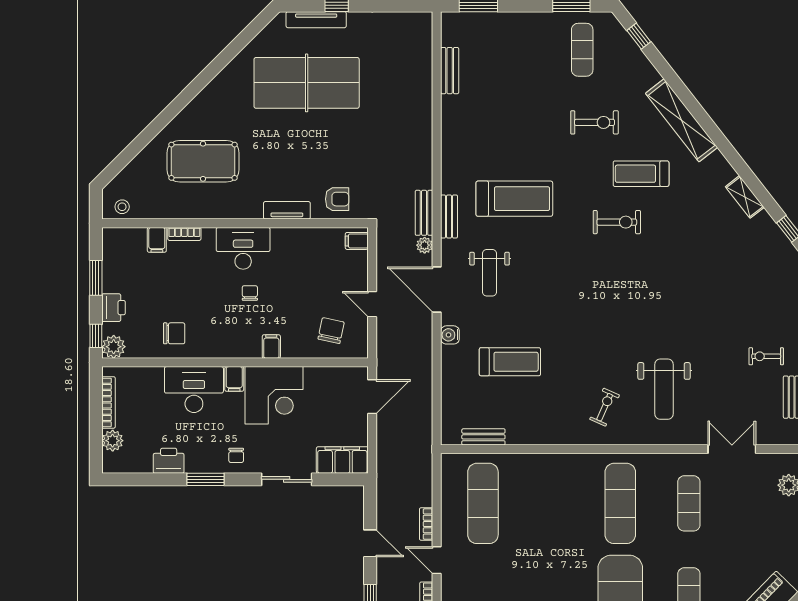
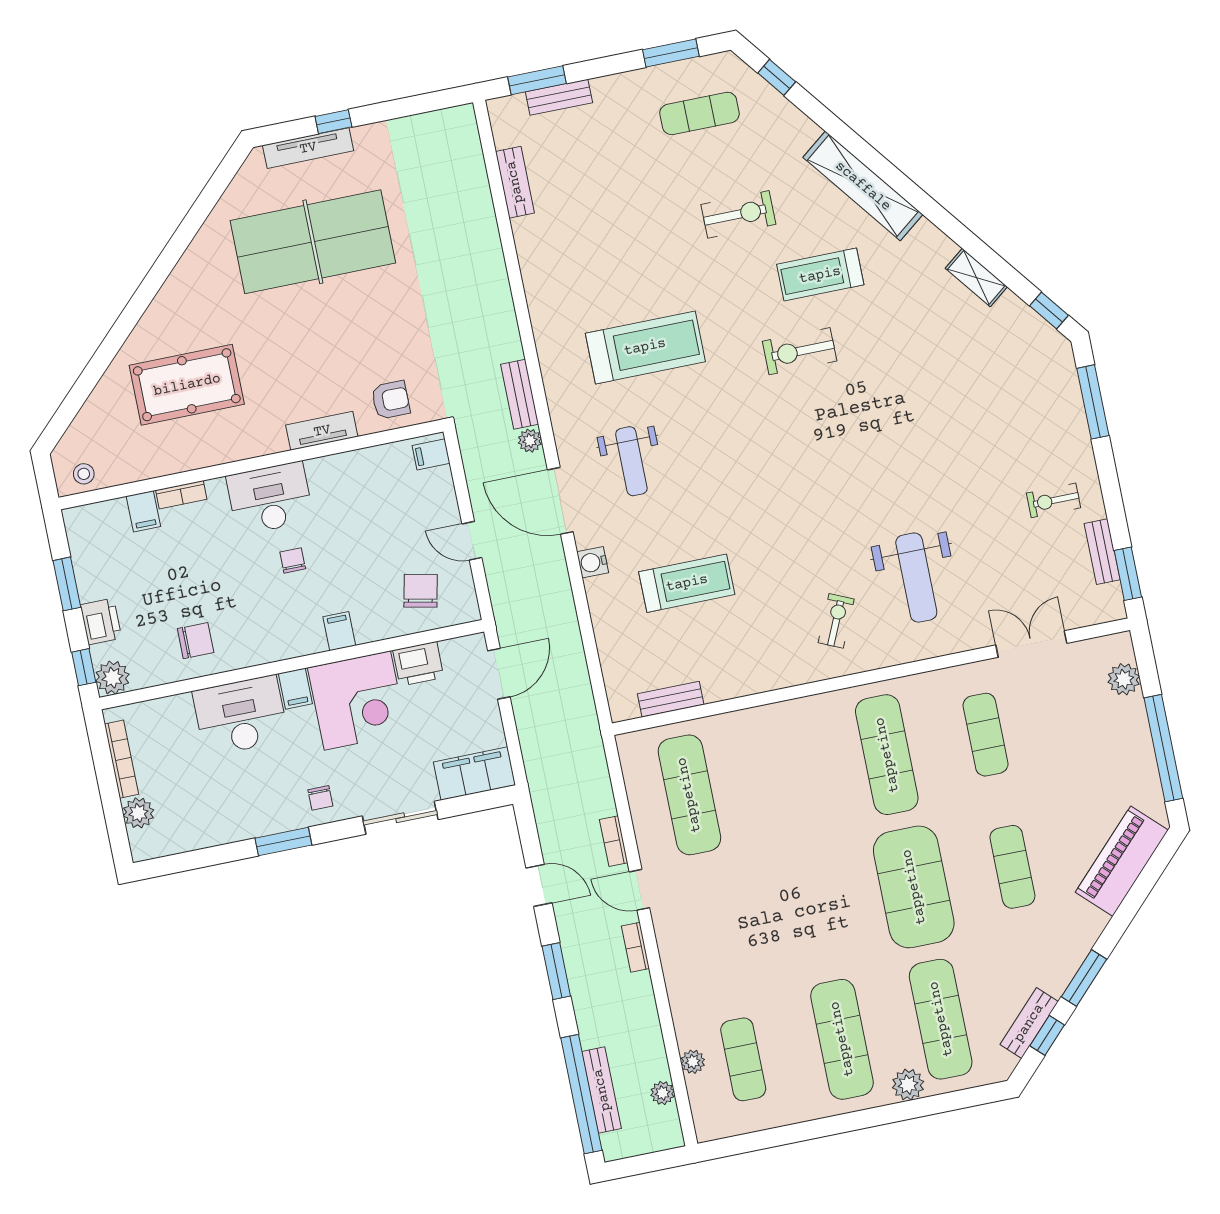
exercise mat: (582, 50) -> (699, 113), turned 90
bench: (449, 216) -> (559, 97), moved, turned 90
exercise bike: (617, 222) -> (800, 351), turned 180
printer: (169, 461) -> (418, 664), moved, turned 180

